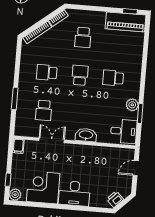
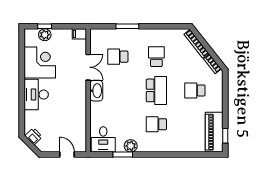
school desk: (80, 75) -> (156, 90), width x1.85
school desk: (113, 78) -> (156, 124), turned -90
washbasin: (86, 135) -> (96, 91), moved
plant: (15, 195) -> (45, 35), moved

